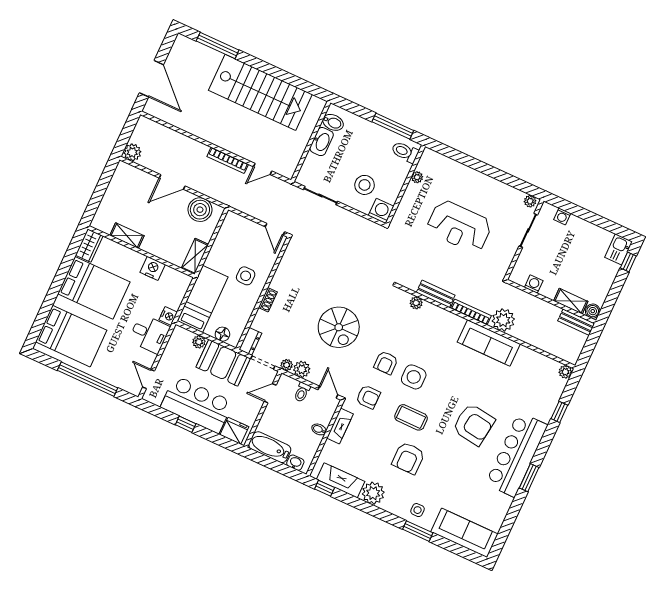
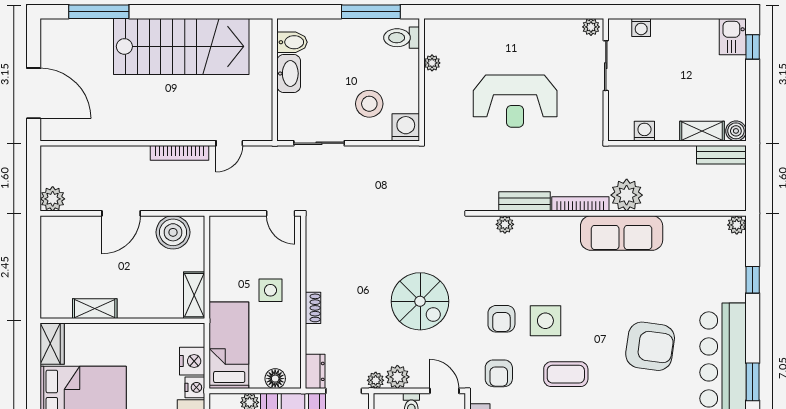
nightstand: (153, 268) -> (192, 361), moved, turned 90
armchair: (368, 397) -> (499, 373), turned 90

